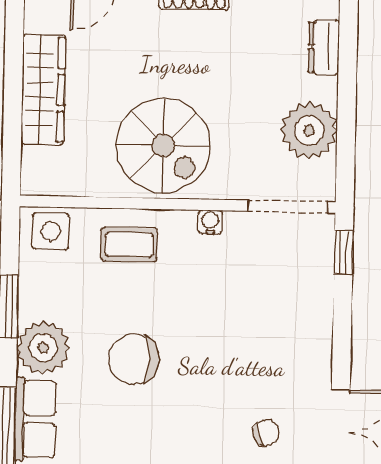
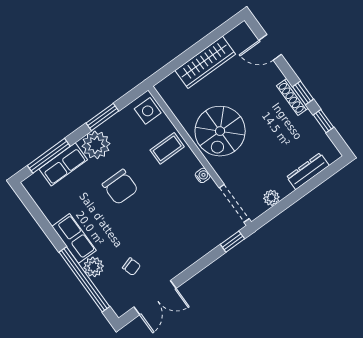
dresser: (324, 47) -> (308, 171), width x1.44
plant: (309, 131) -> (271, 198), width x0.53, depth x0.53
coffee table: (129, 245) -> (167, 148), turned 90
chair: (134, 359) -> (120, 187), turned 180

